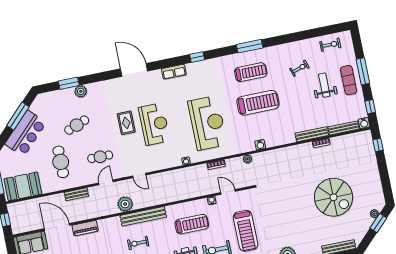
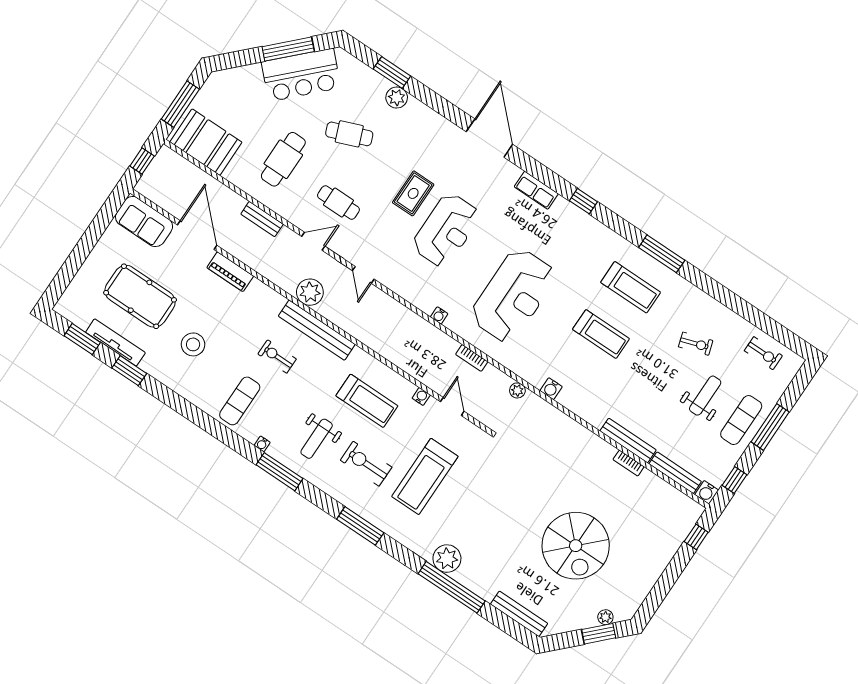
treadmill: (258, 103) -> (601, 334), width x0.73, depth x0.73
bar counter: (26, 133) -> (301, 75), moved

